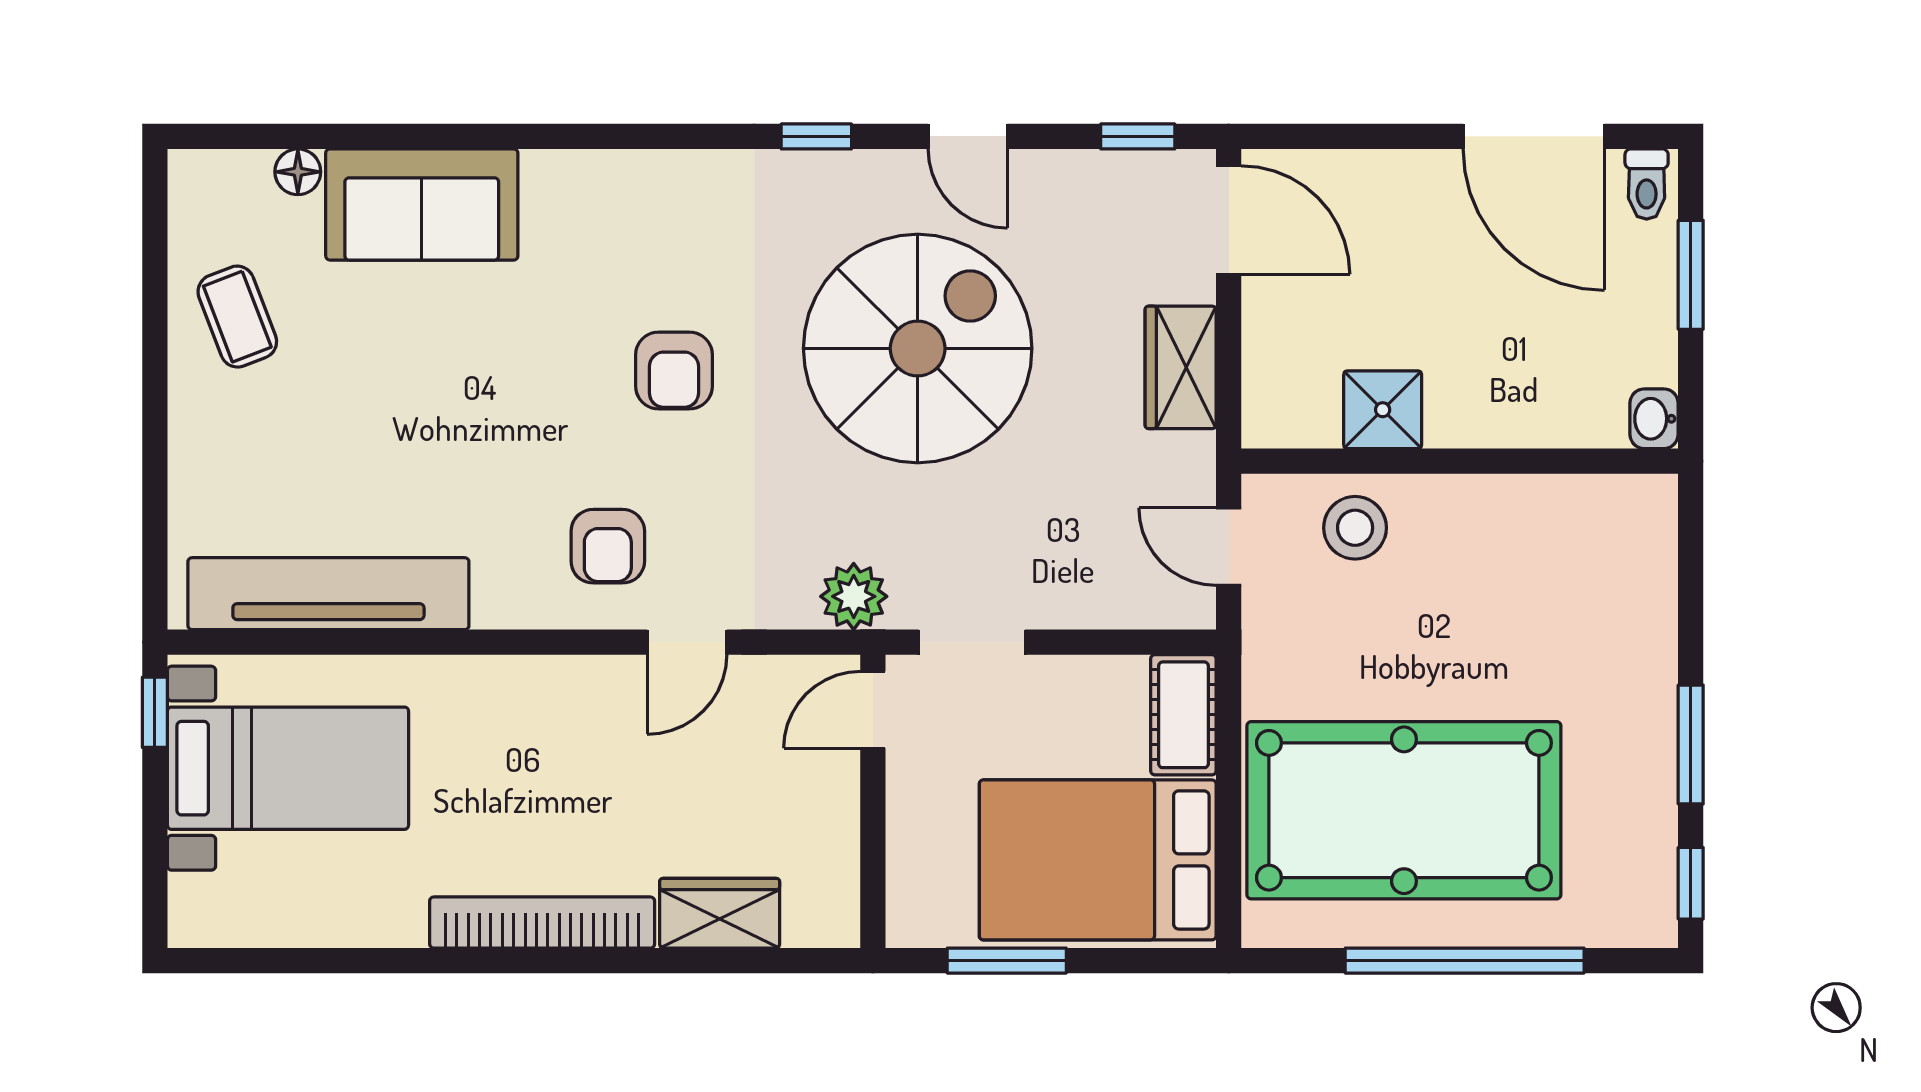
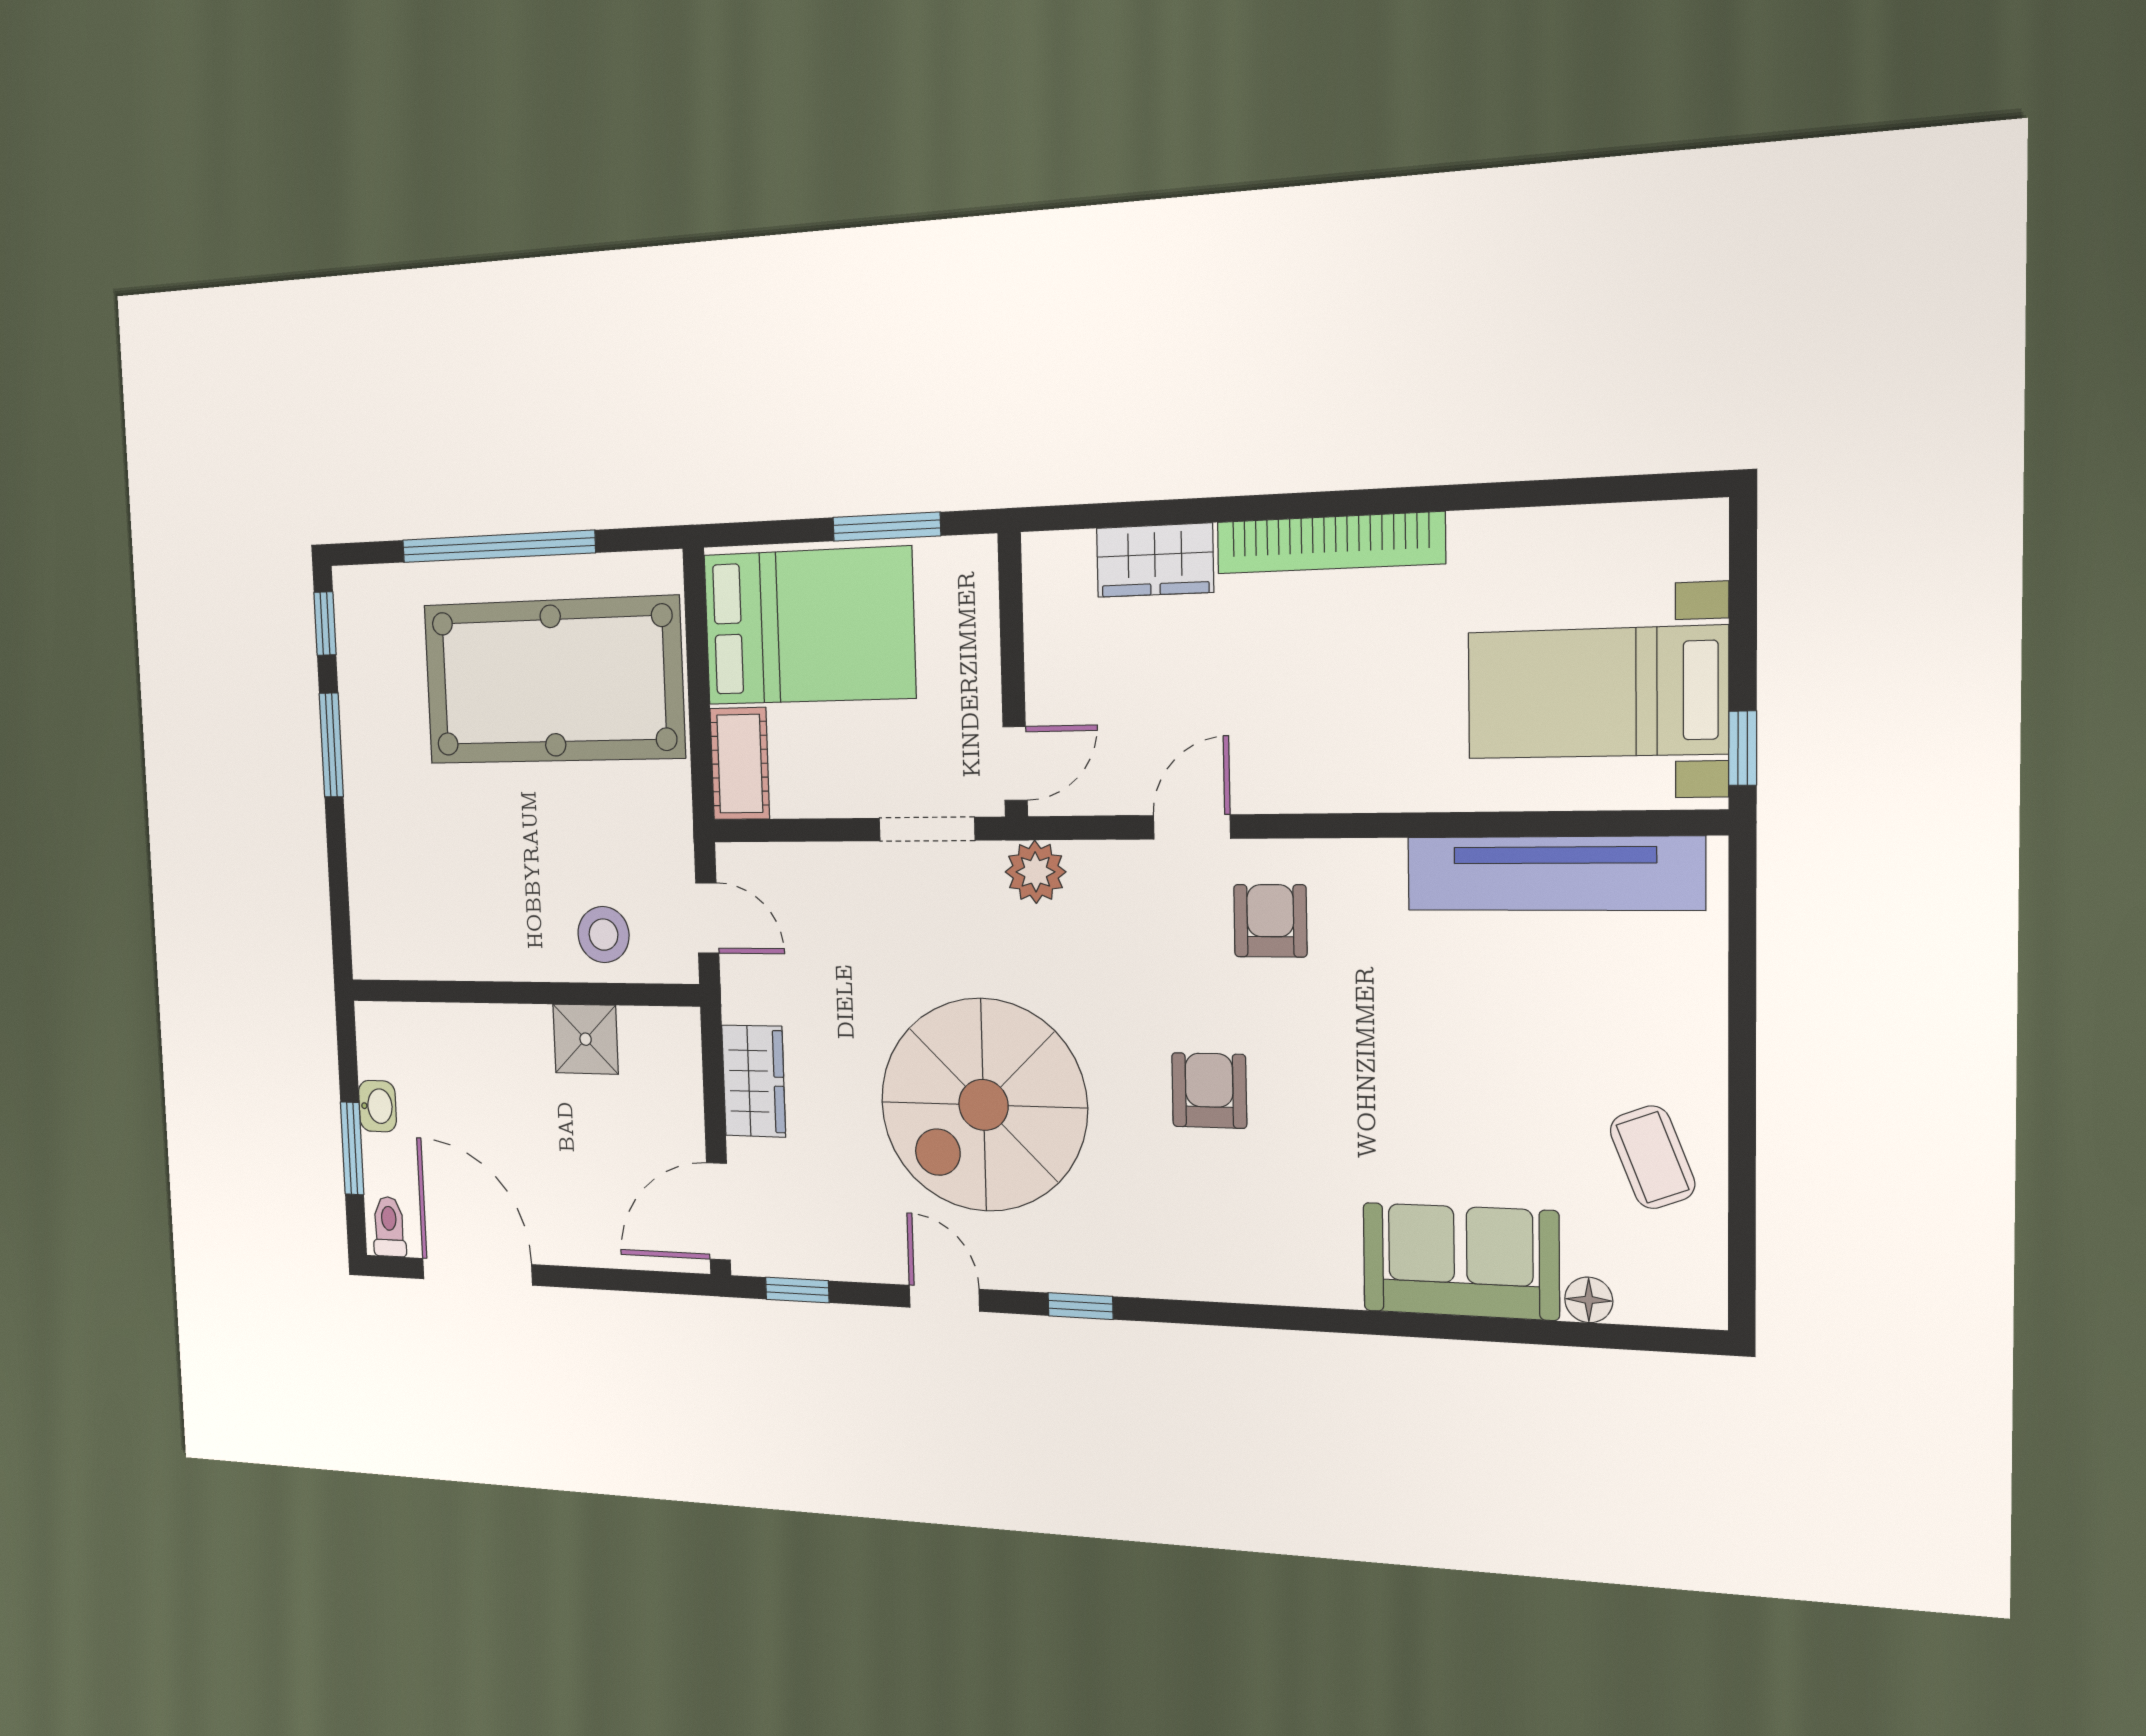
door: (1229, 220) -> (718, 1211), hinge flipped
washbasin: (1654, 419) -> (377, 1106), moved

